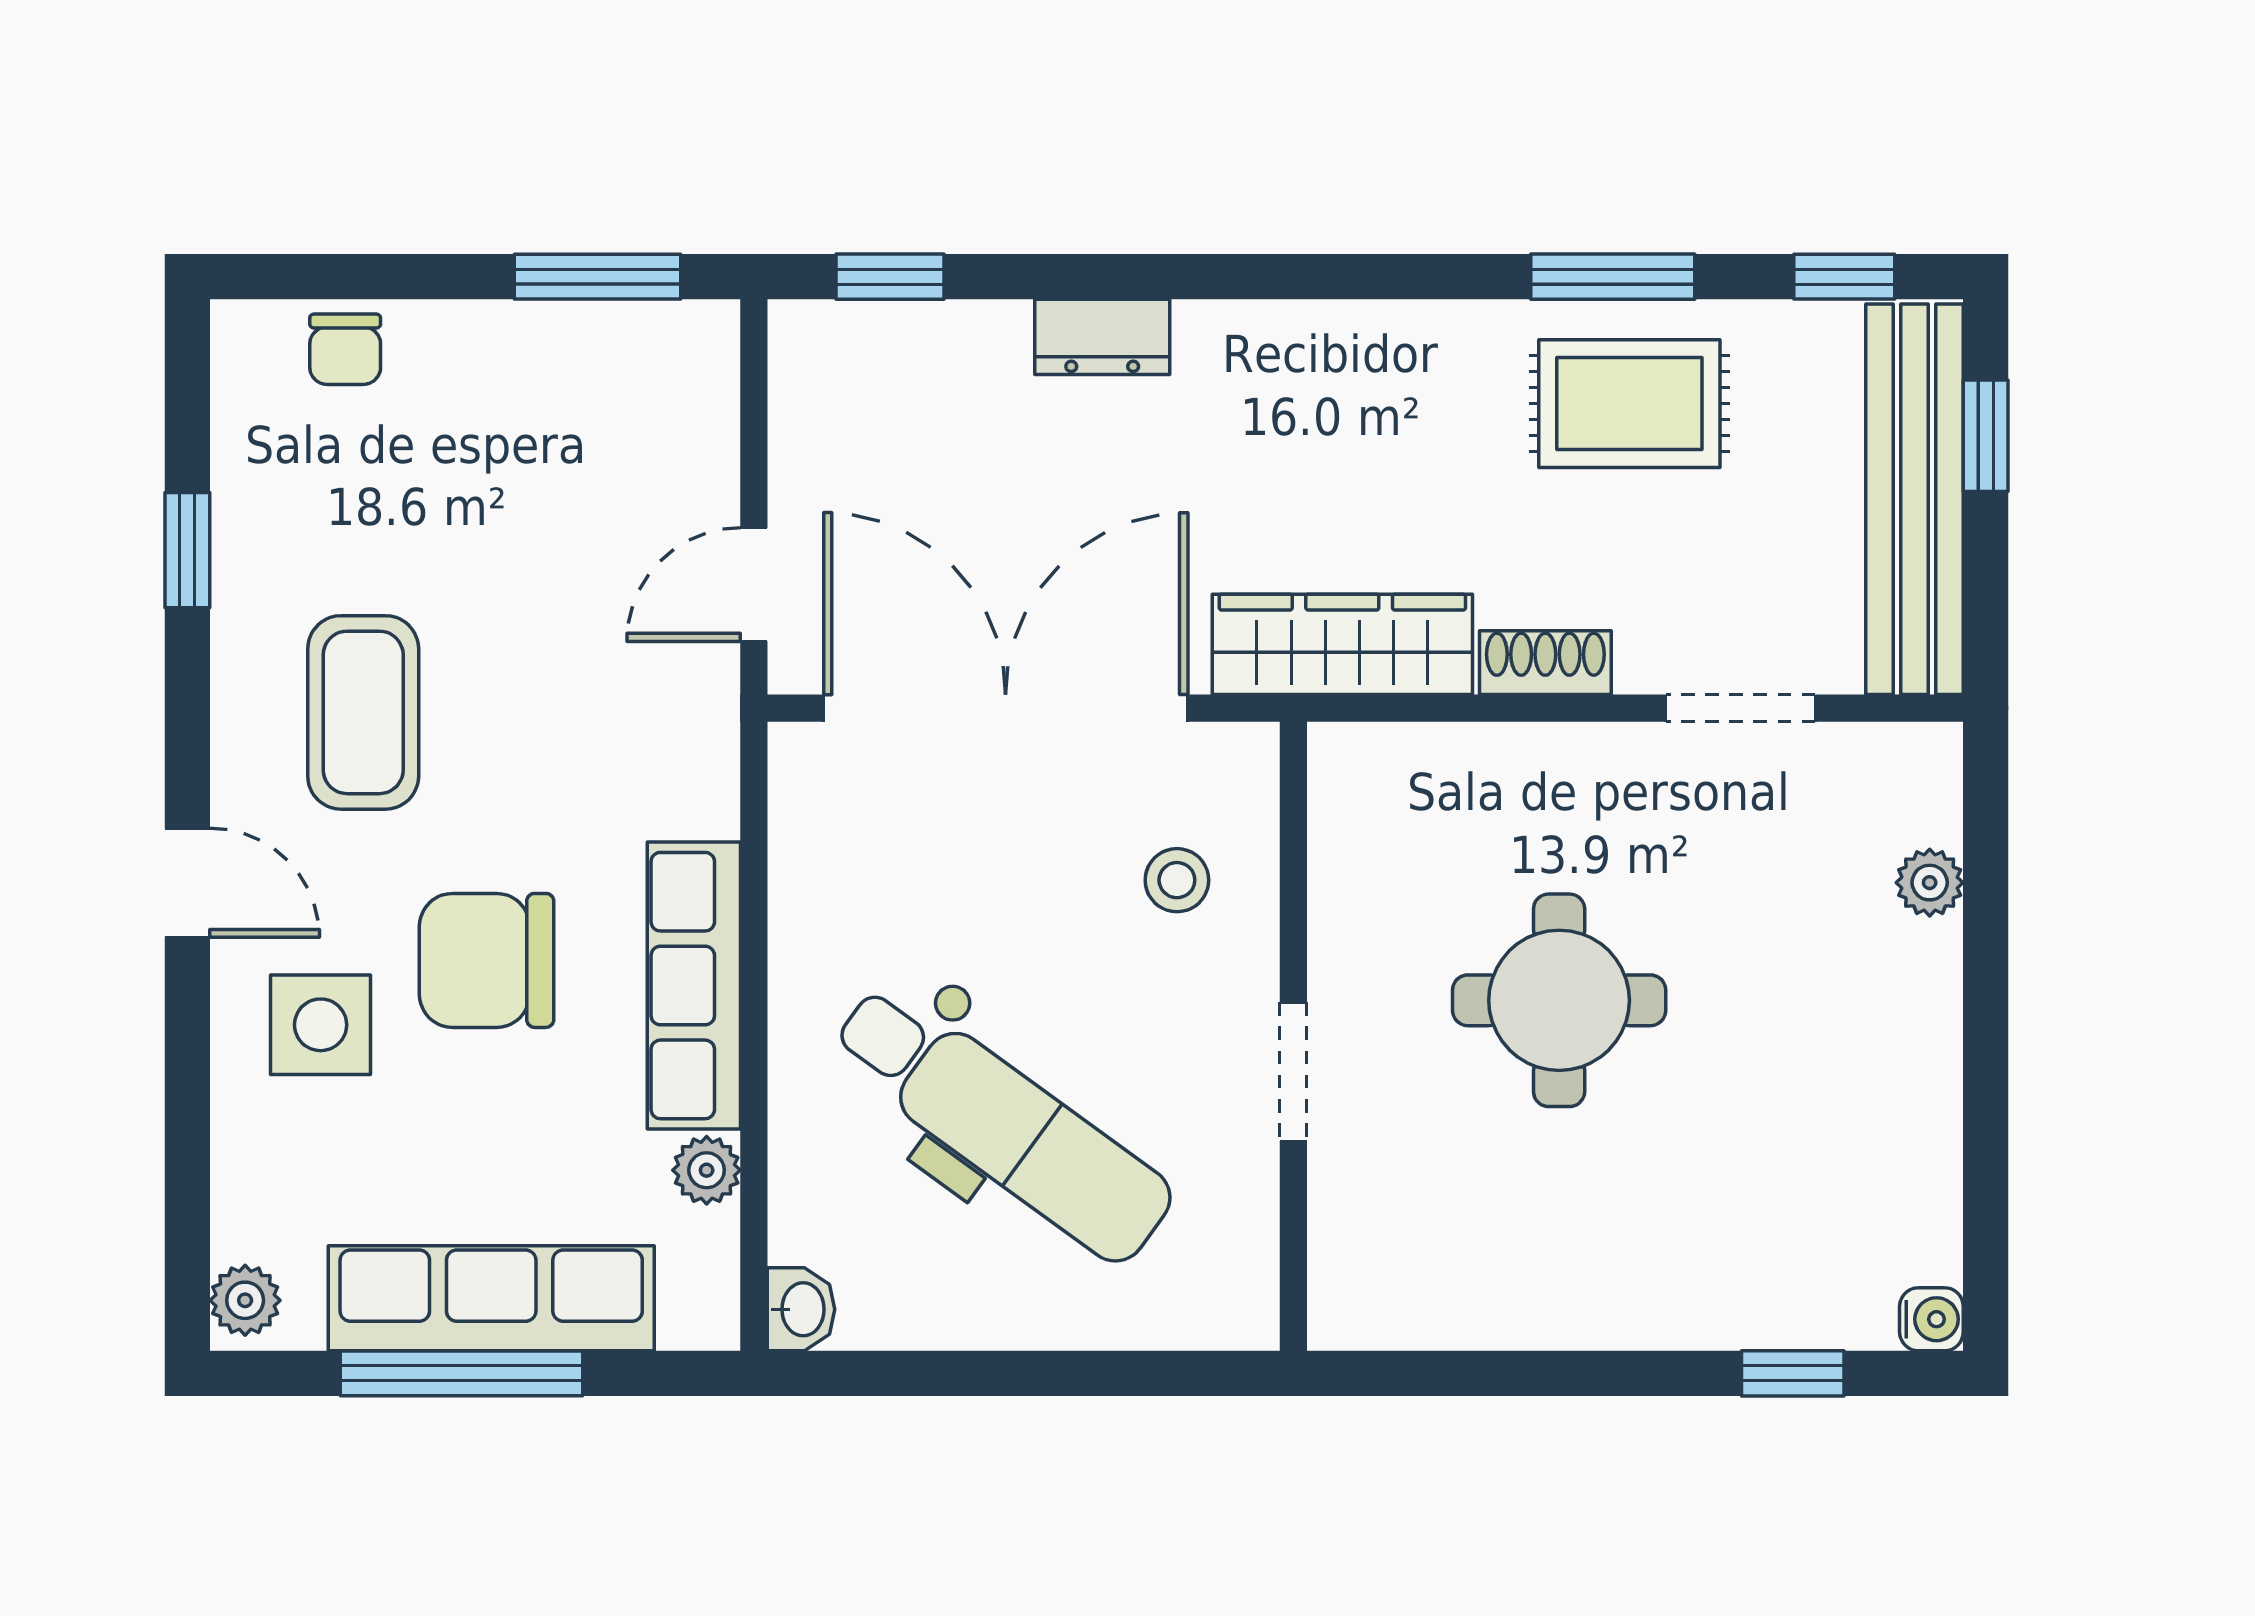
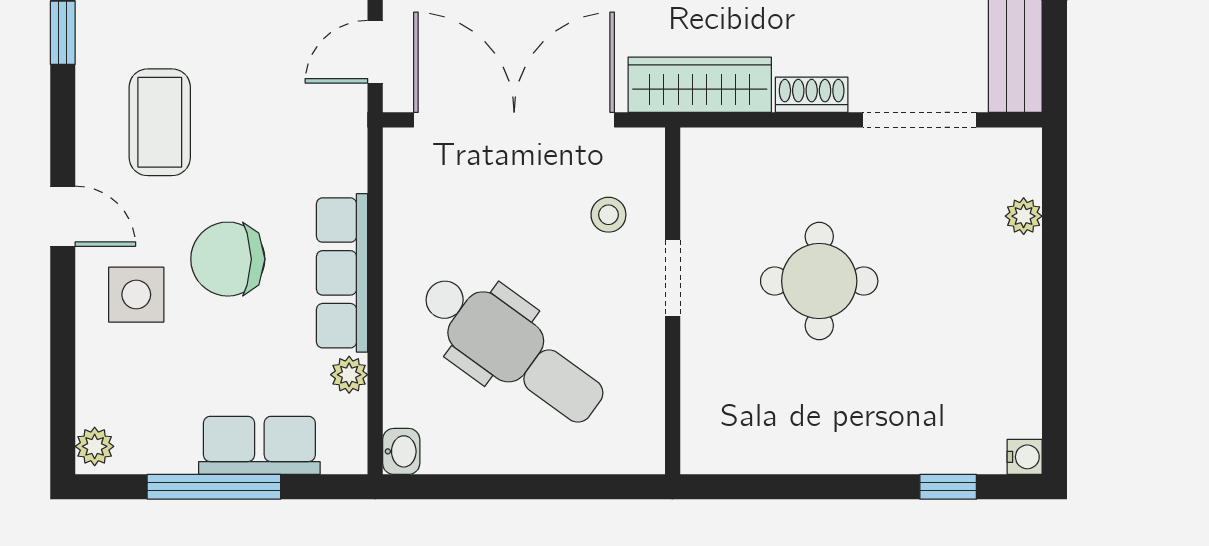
doorway: (1741, 708) -> (919, 120), width x1.38
doorway: (1293, 1072) -> (673, 278), moved
row of seats: (491, 1298) -> (259, 445), width x0.68

